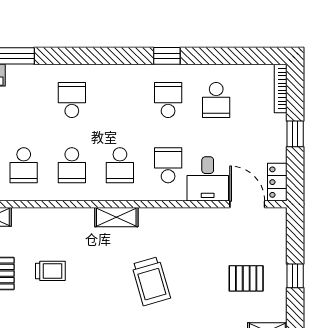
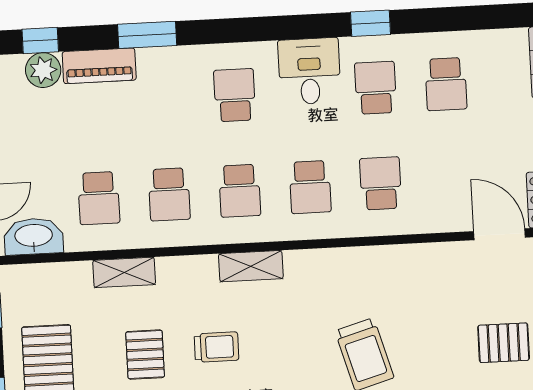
desk: (208, 179) -> (309, 71), moved, turned 180
shelving: (116, 217) -> (251, 266), moved

